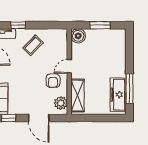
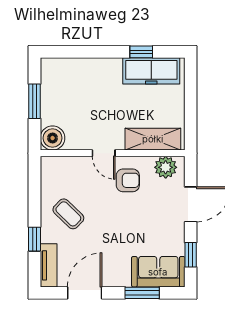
window: (129, 89) -> (141, 52), width x0.46

